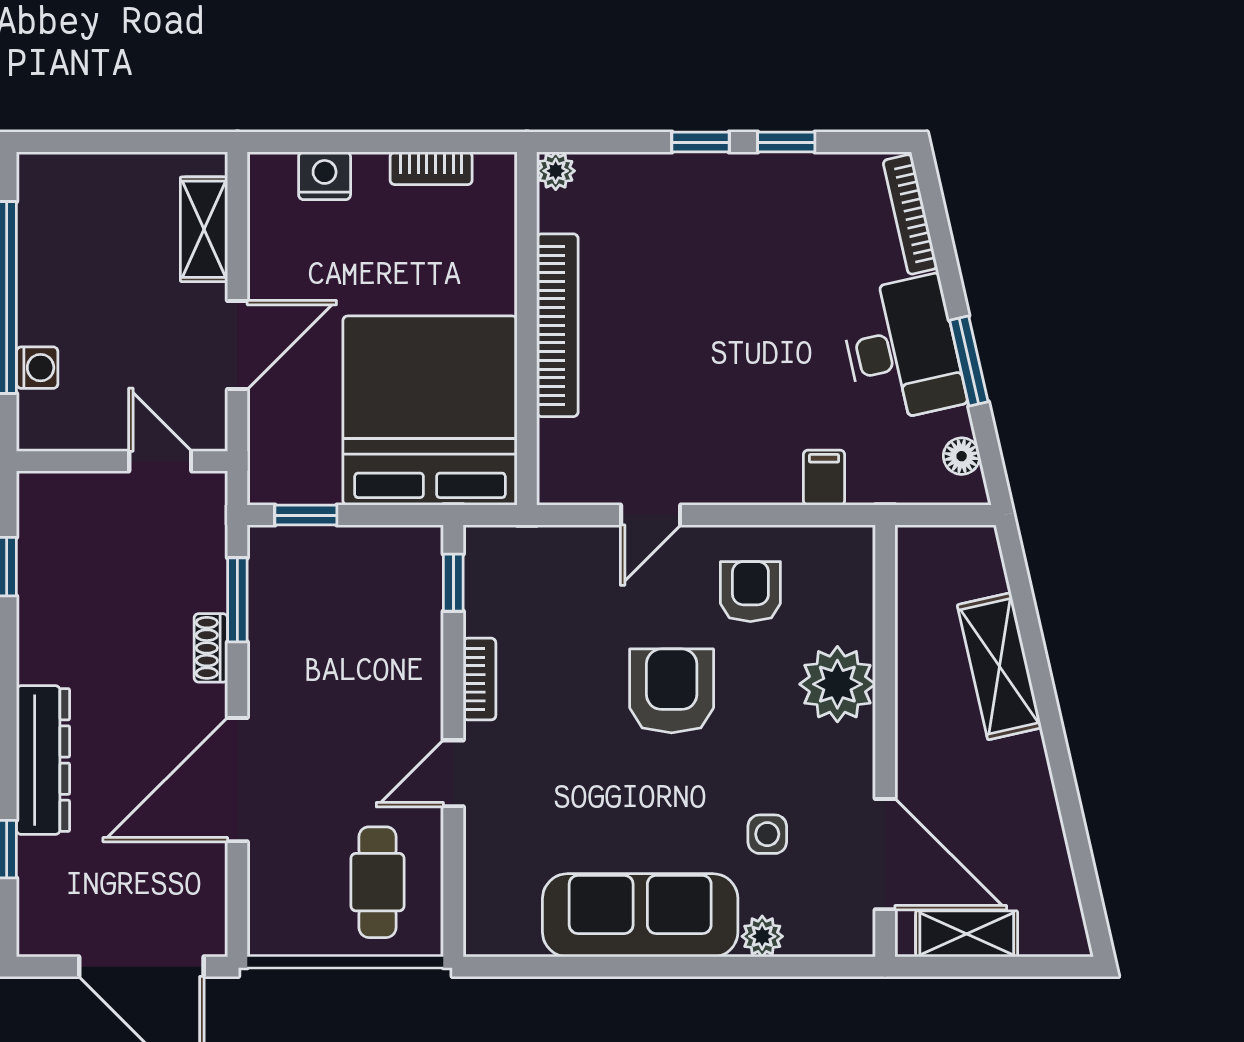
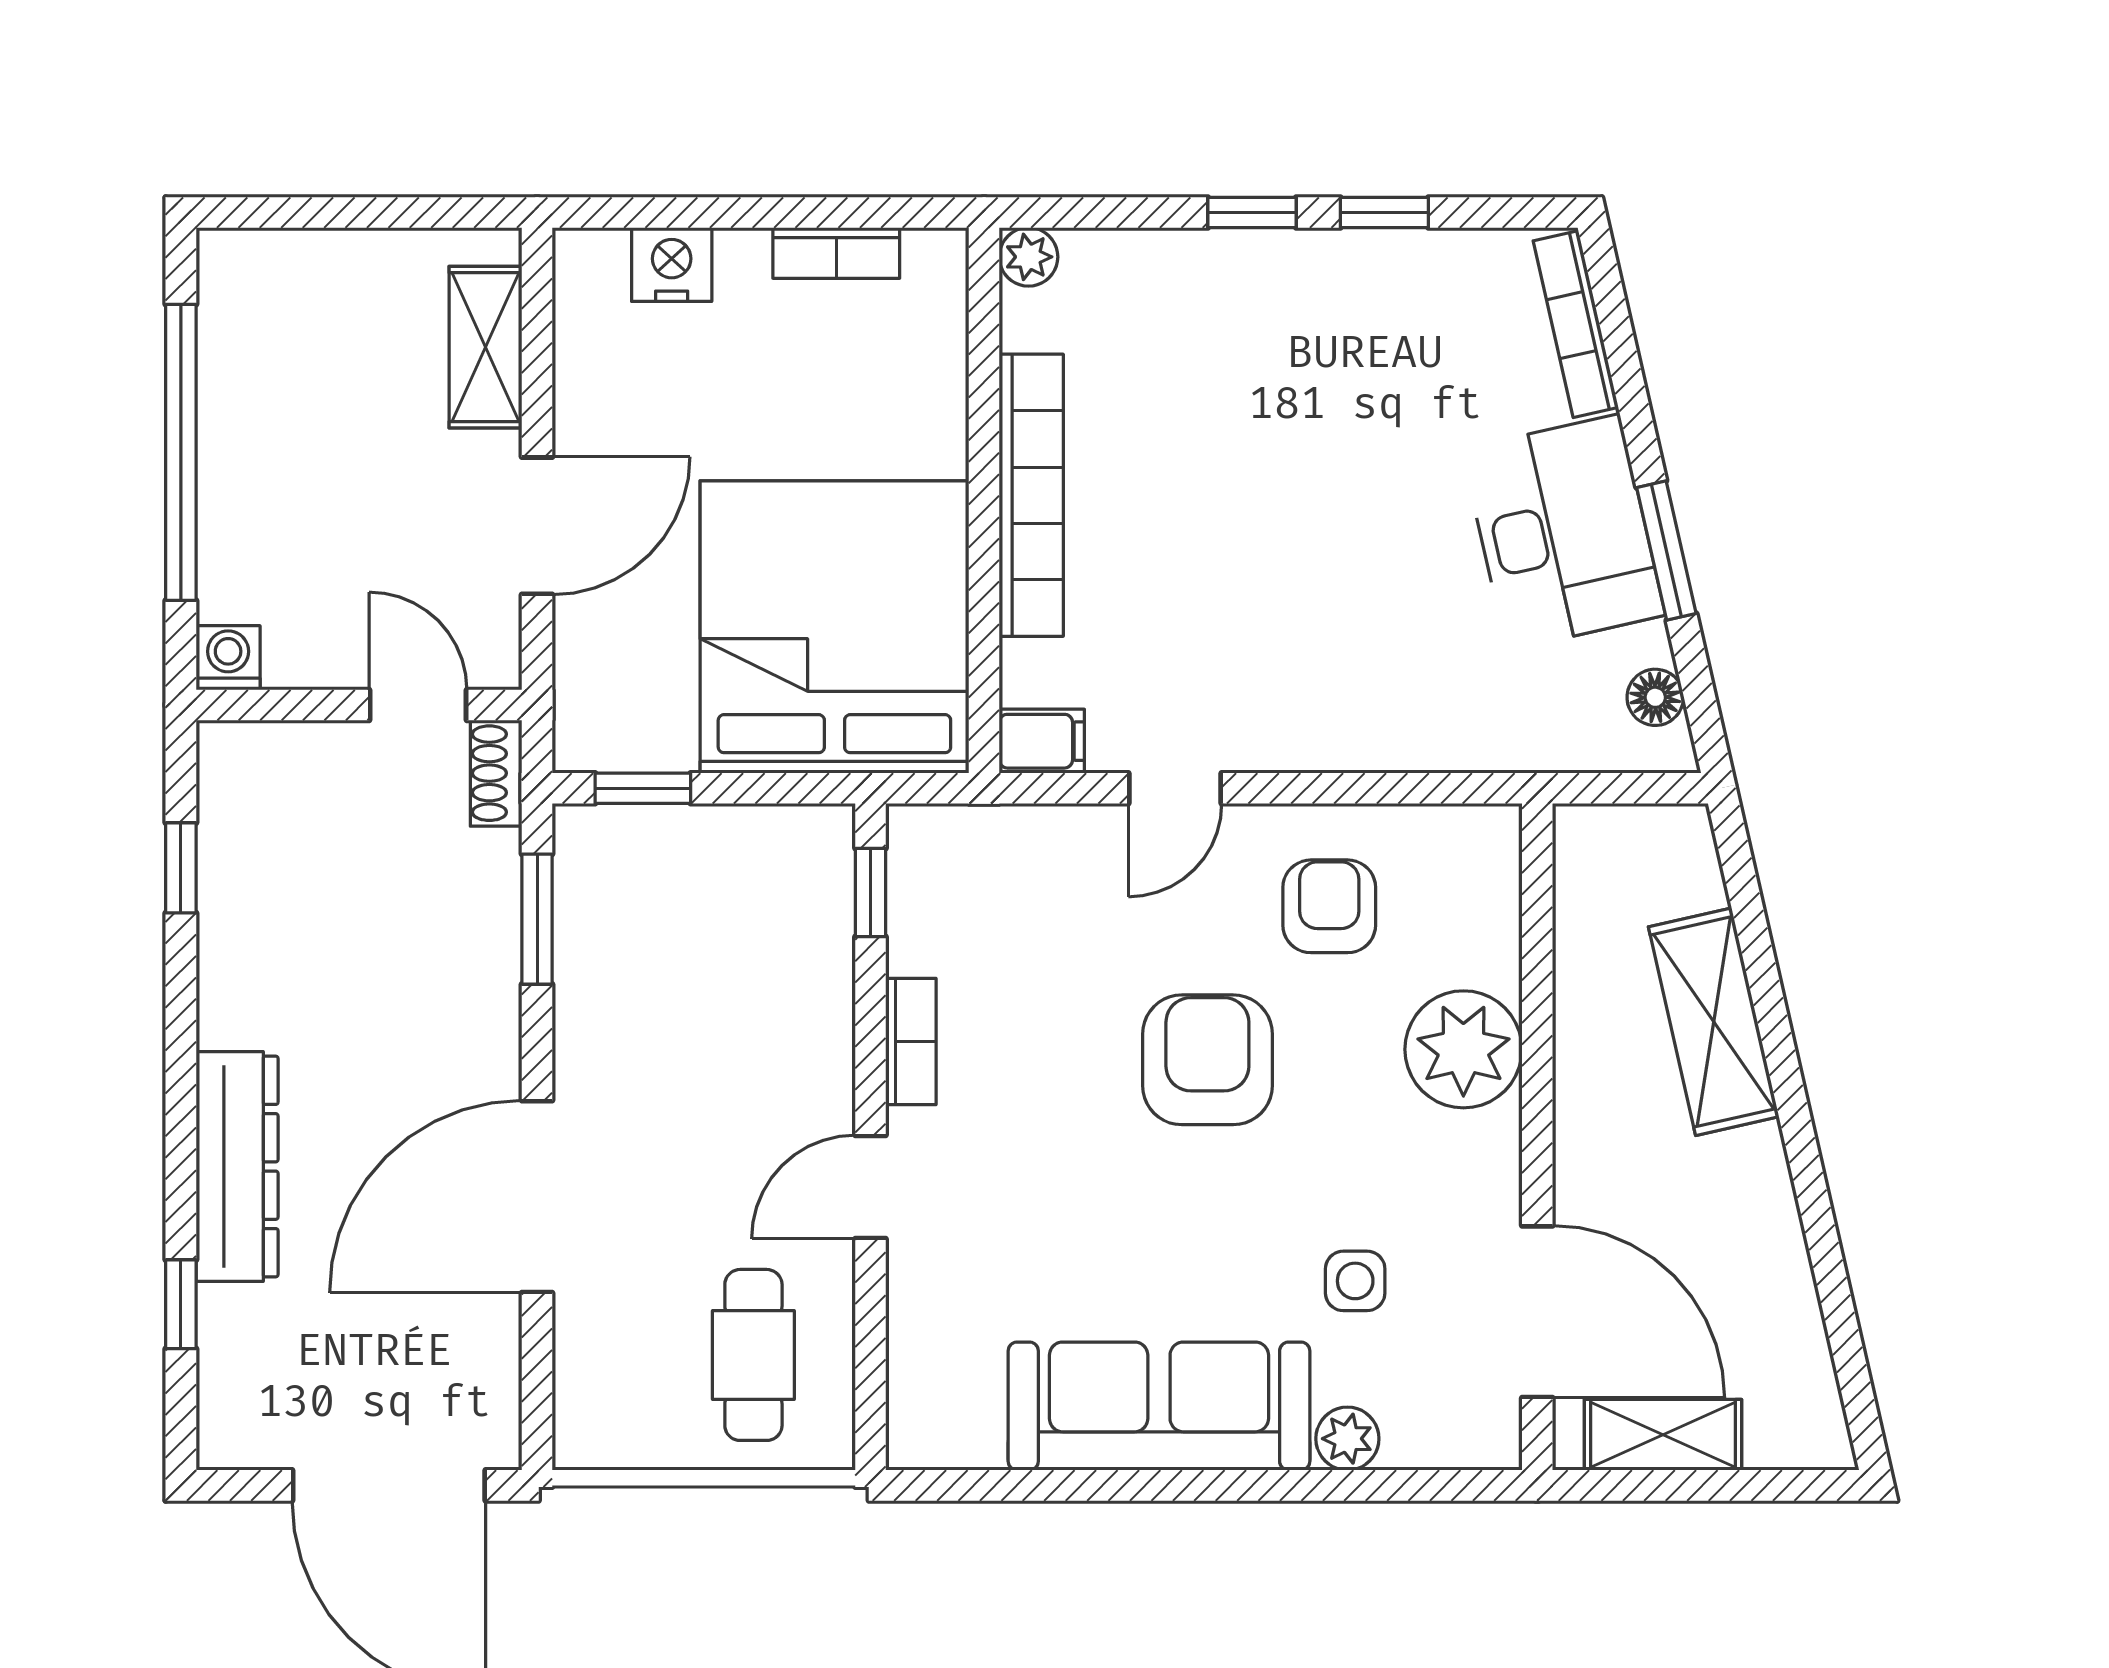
washing machine: (37, 368) -> (228, 658), moved, turned -90
filing cabinet: (824, 478) -> (1042, 741), moved, turned 90
shoe rack: (211, 648) -> (496, 773), moved

